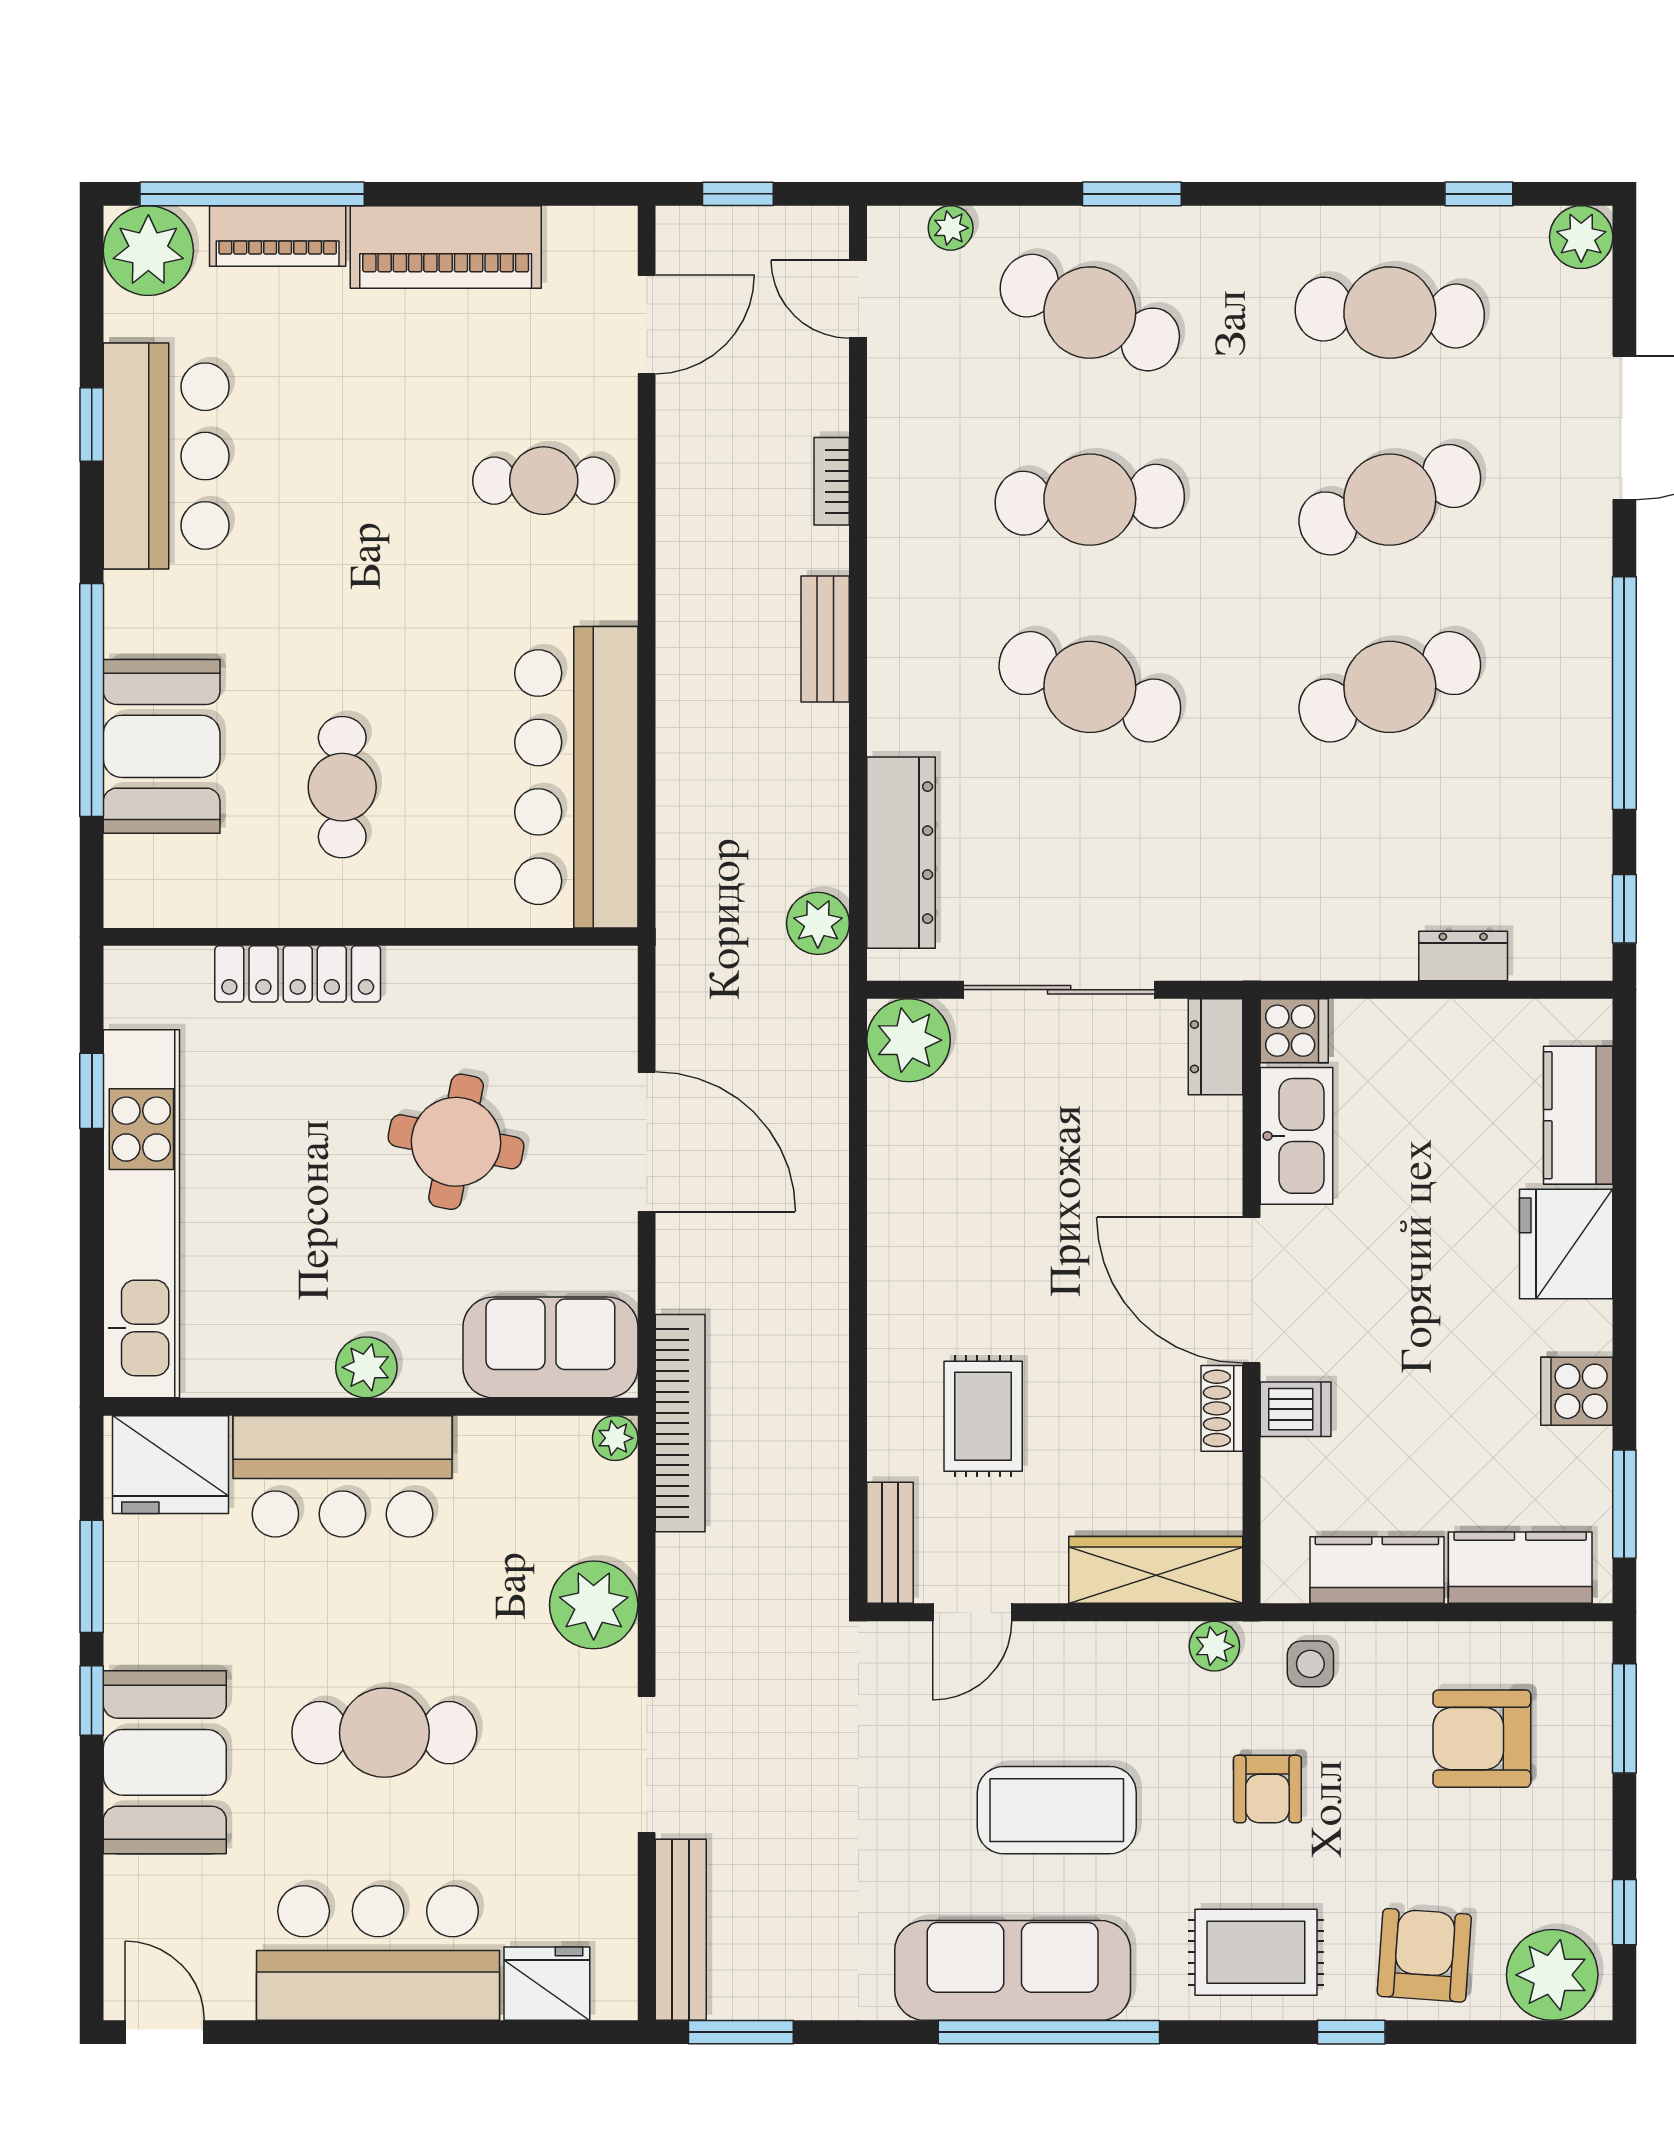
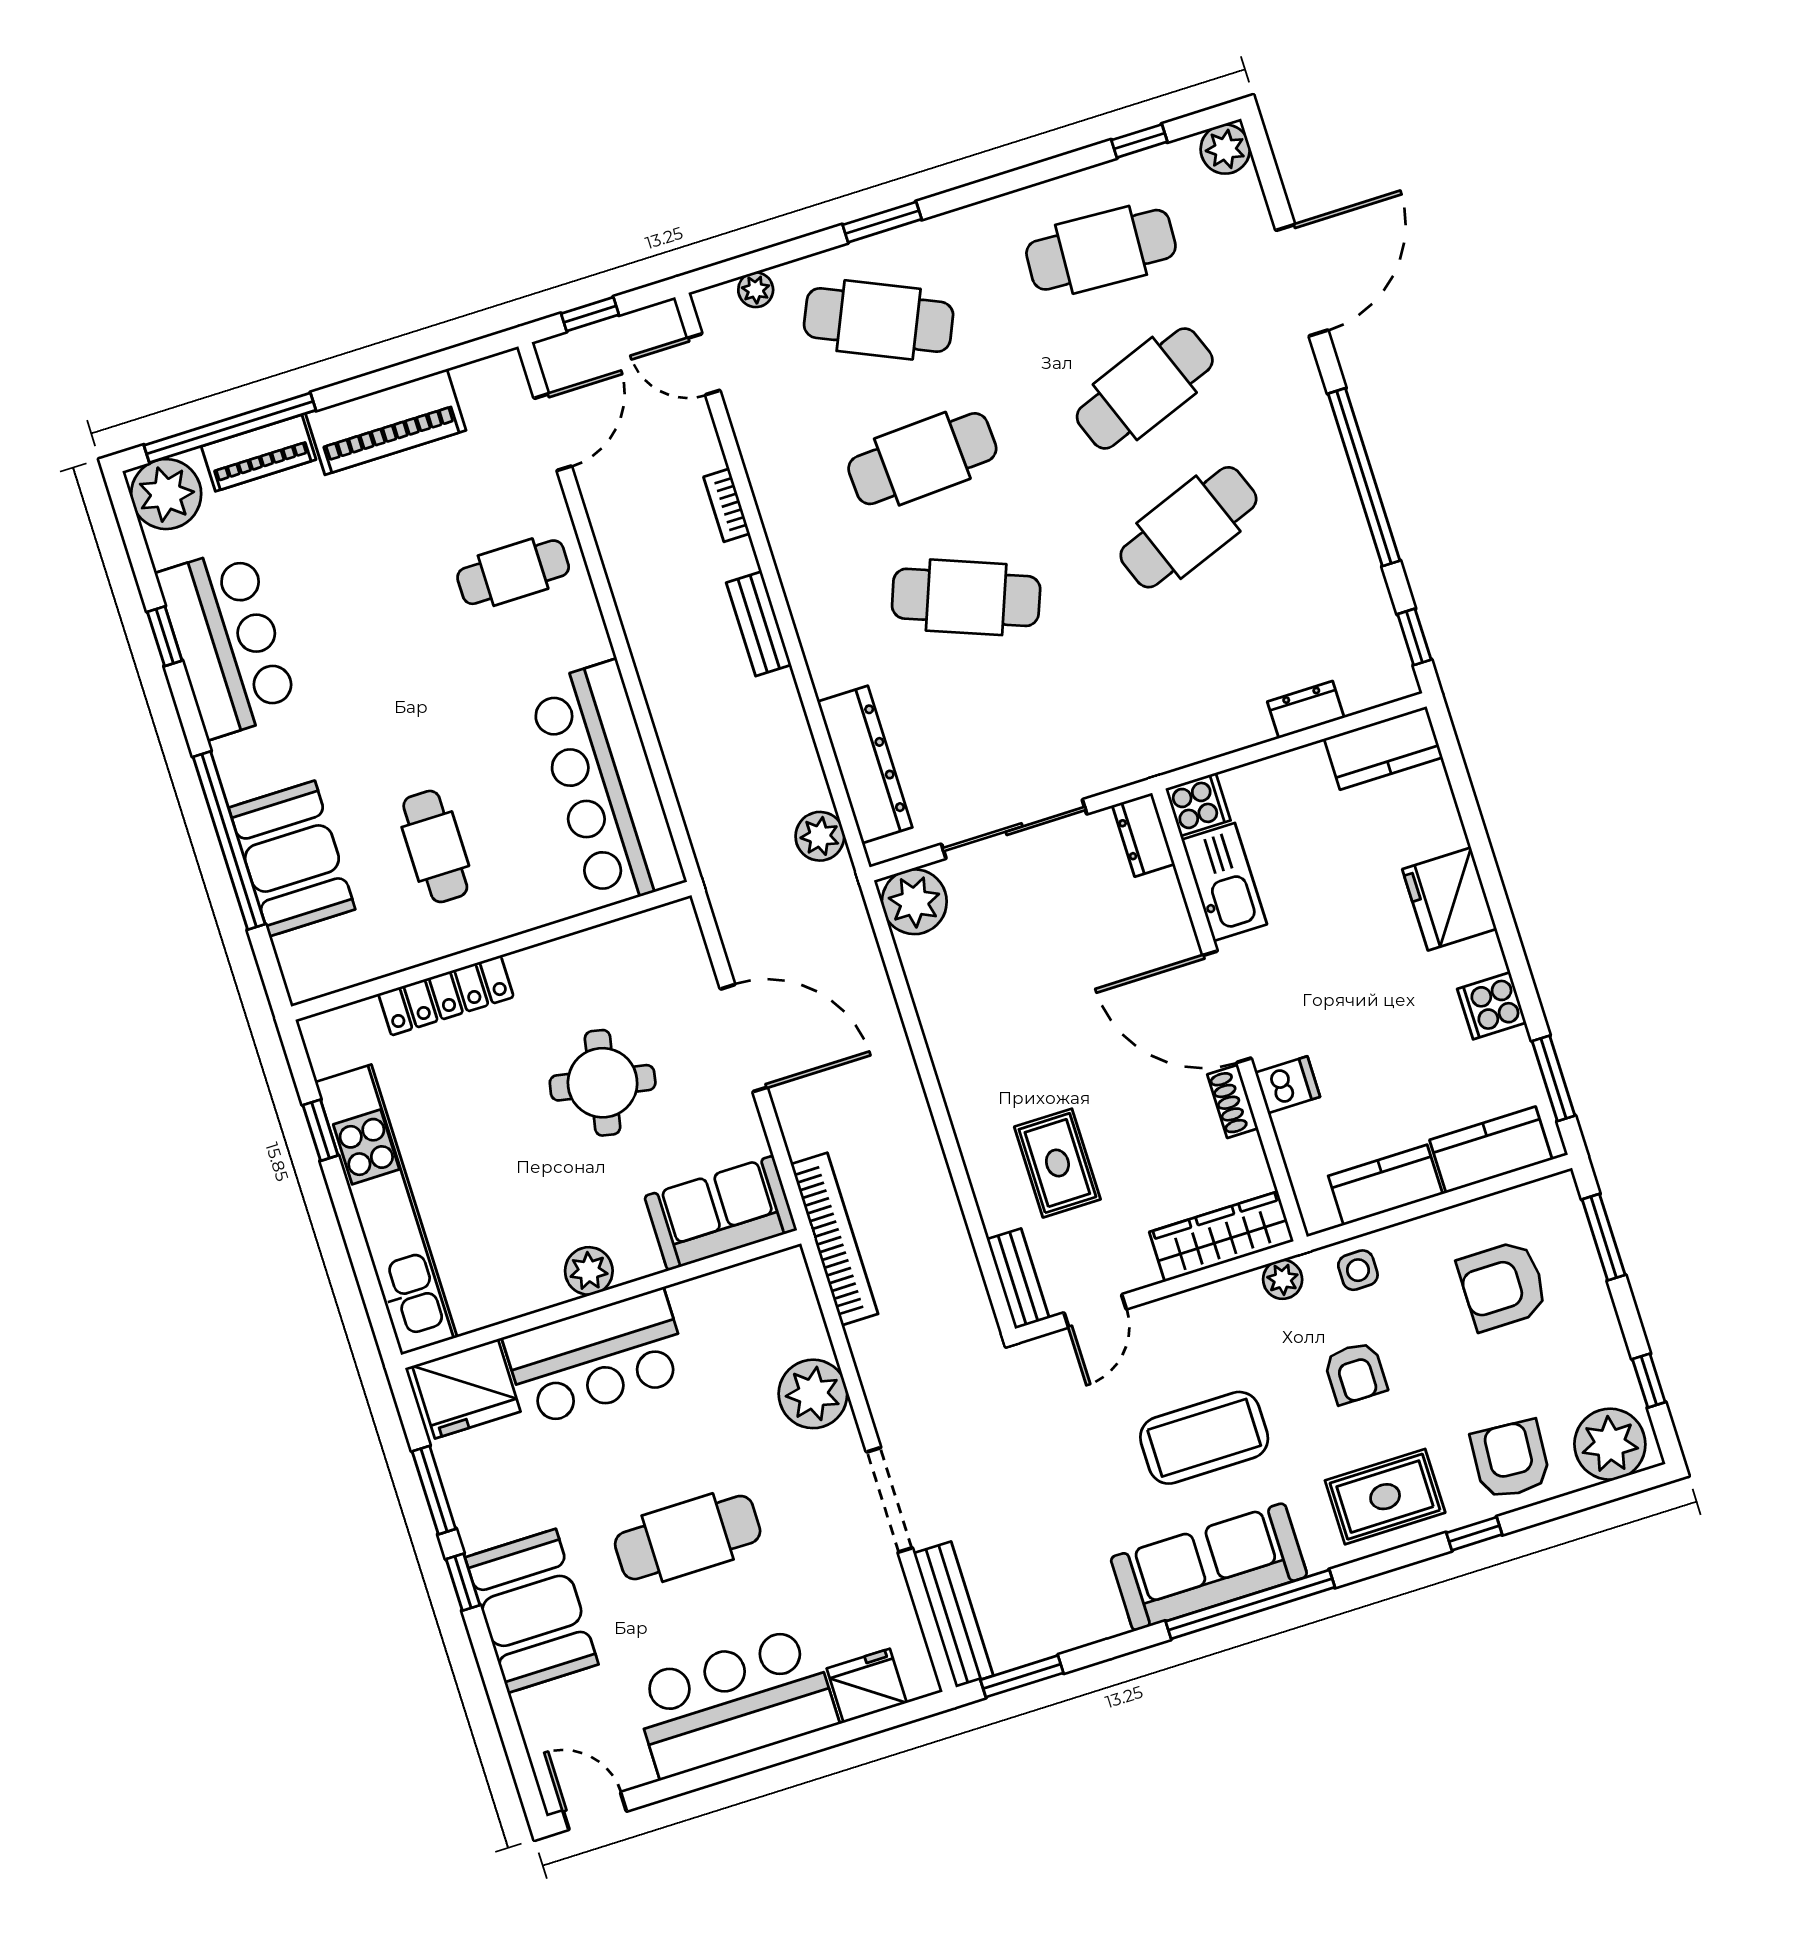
kitchen counter: (1578, 1115) -> (1383, 748), moved, turned -90
plant: (615, 1438) -> (790, 1265), removed

